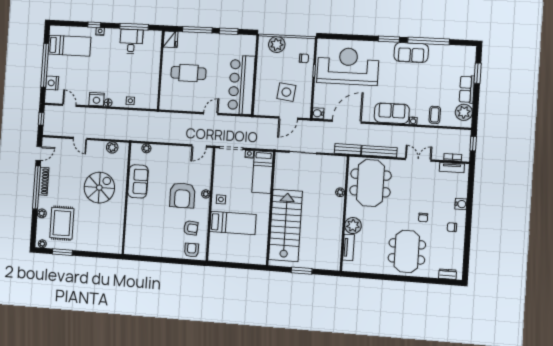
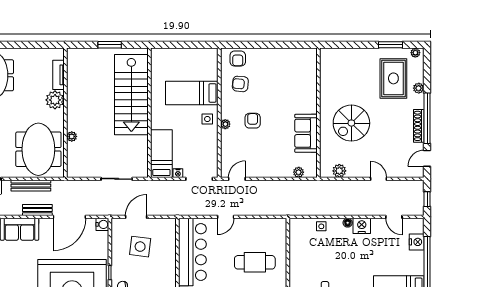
bench: (348, 149) -> (37, 210), moved
armchair: (182, 195) -> (253, 121), width x0.53, depth x0.53

